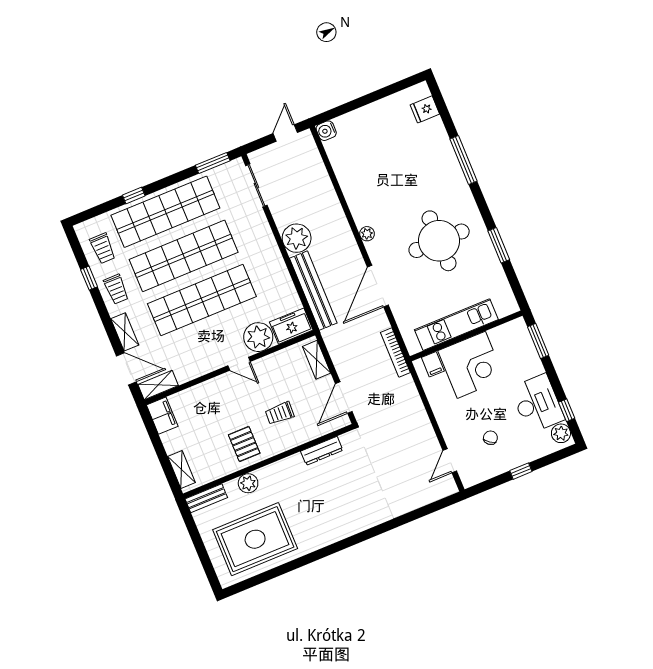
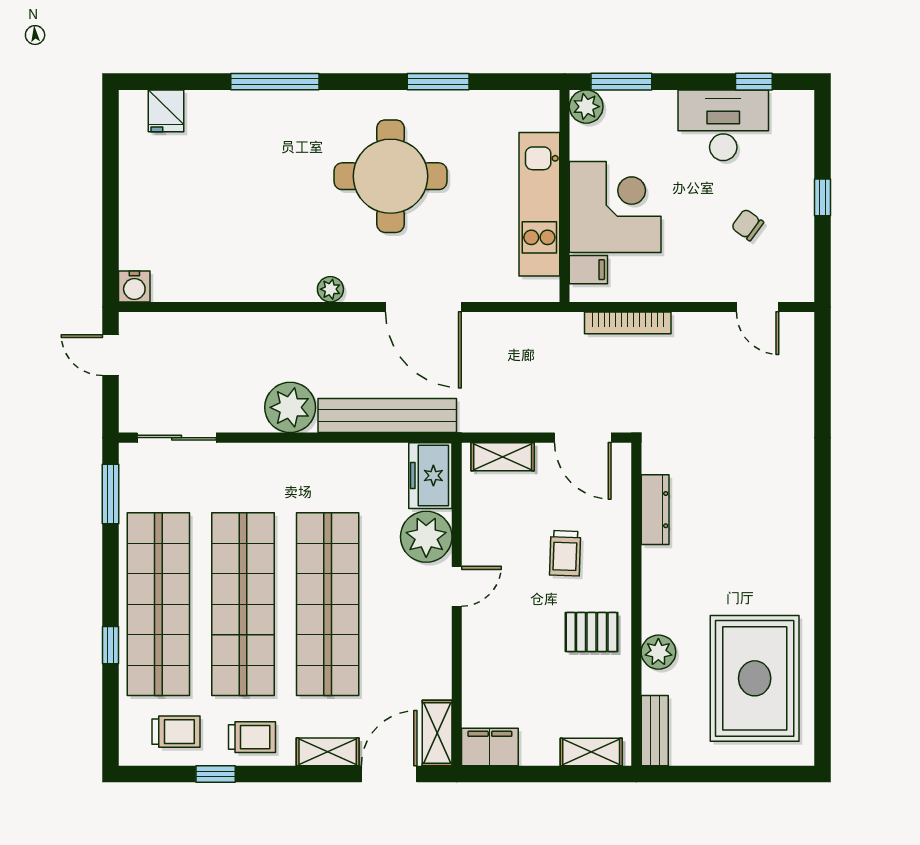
bookcase: (395, 352) -> (628, 323), moved
plant: (561, 433) -> (586, 107), moved

